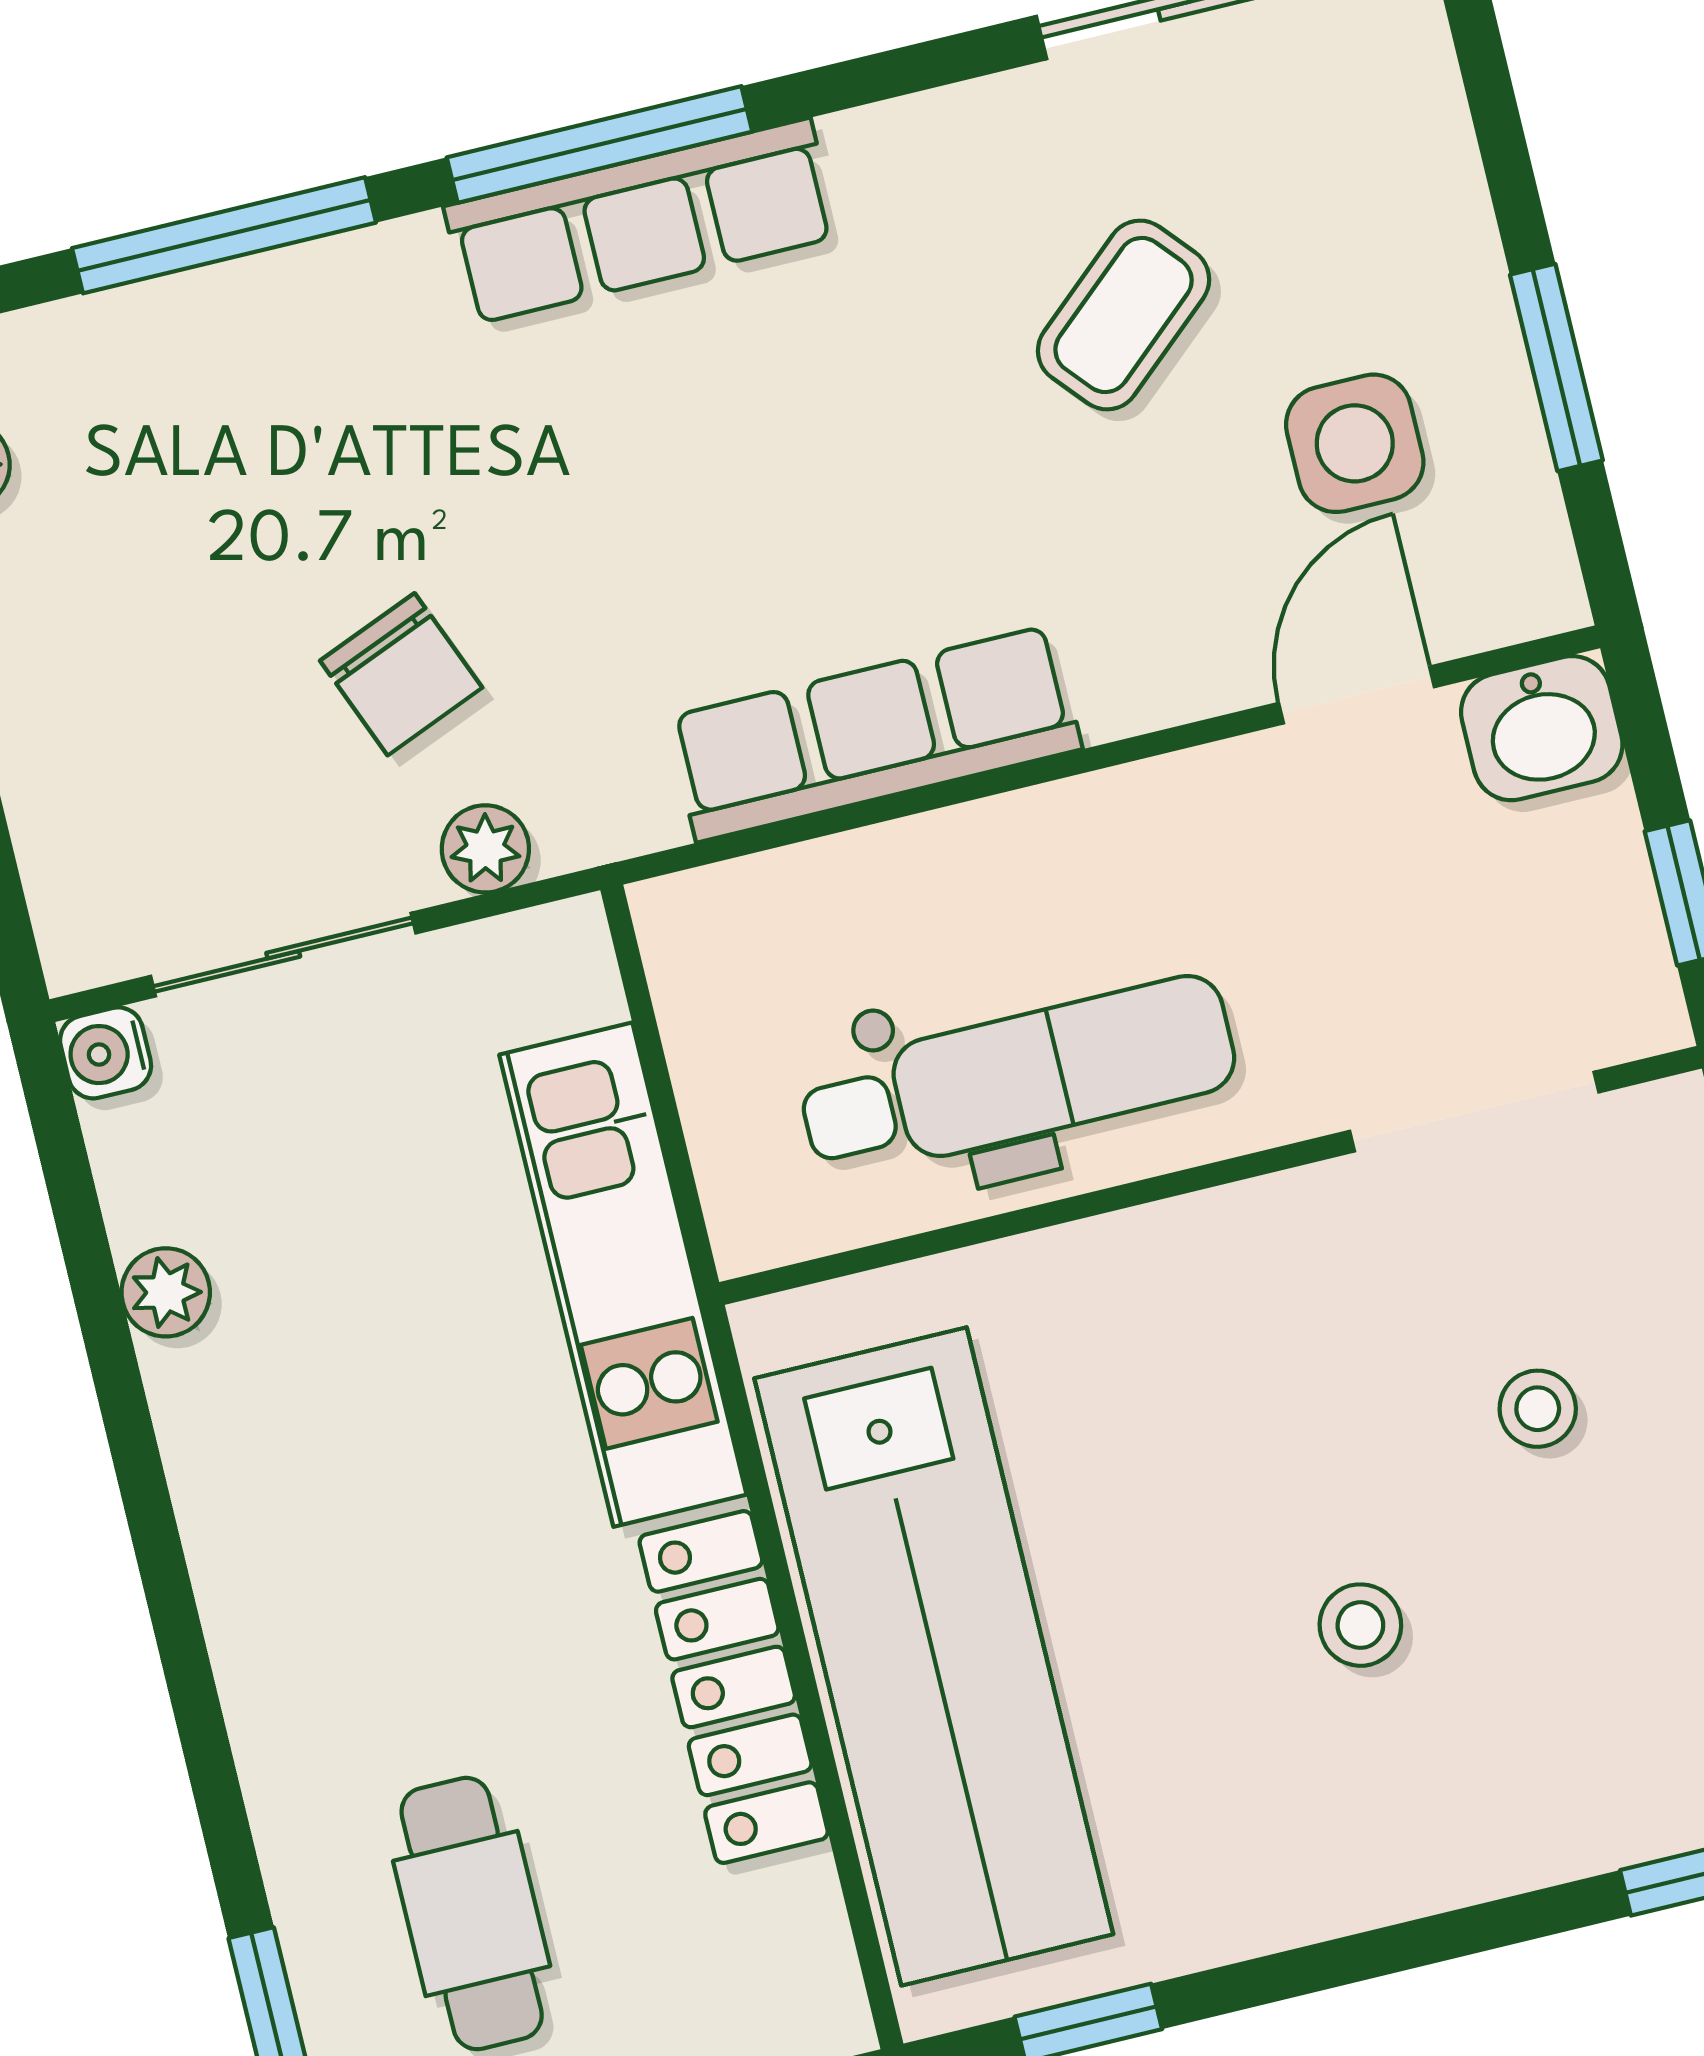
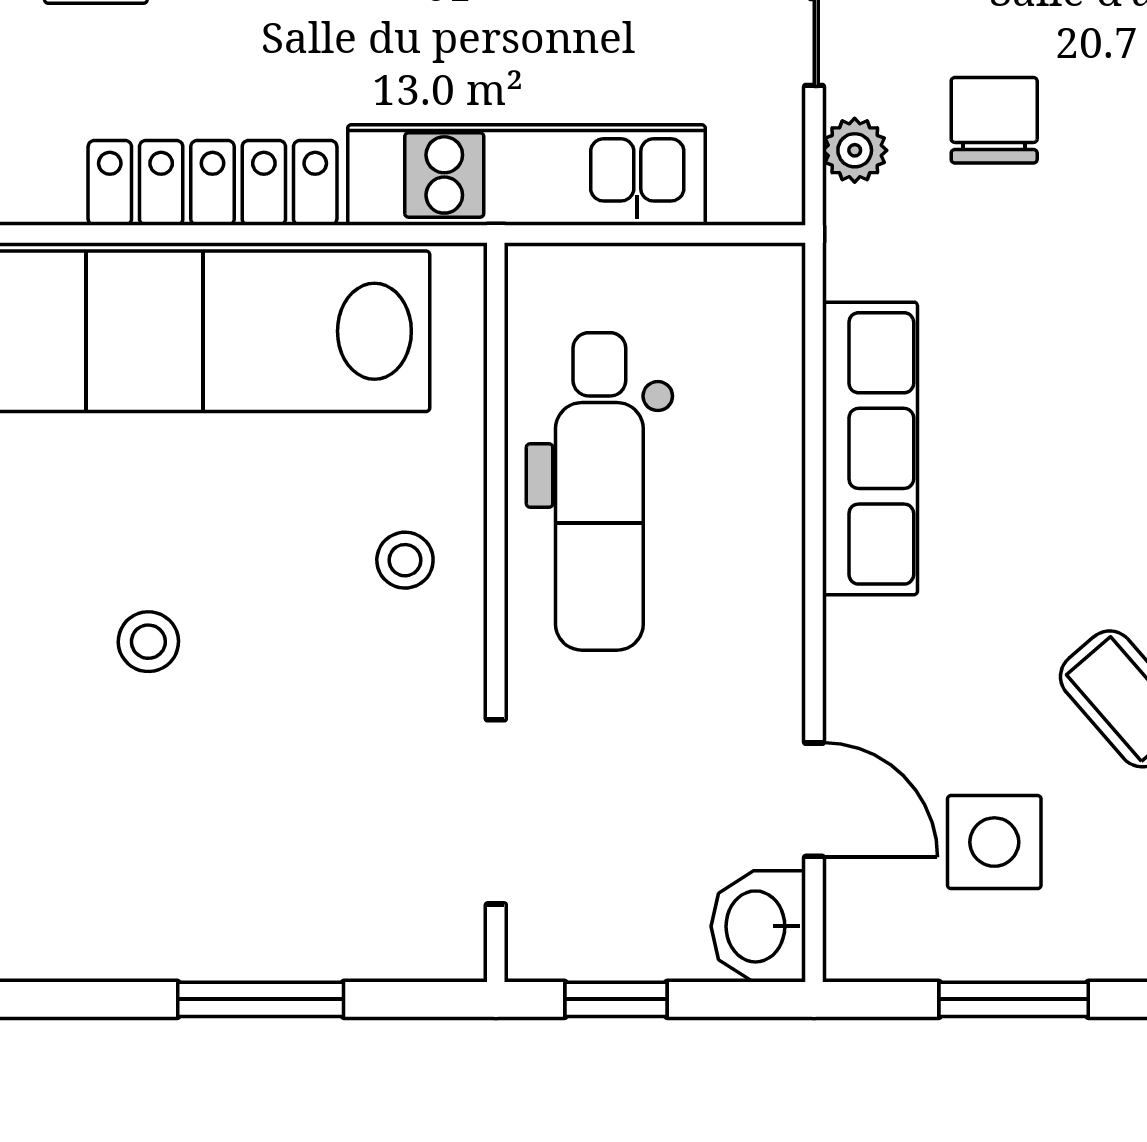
chair: (401, 674) -> (994, 120), turned 112
stool: (1538, 1409) -> (405, 560), moved

